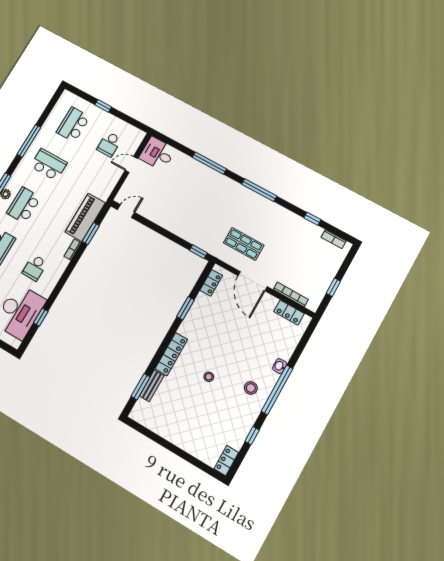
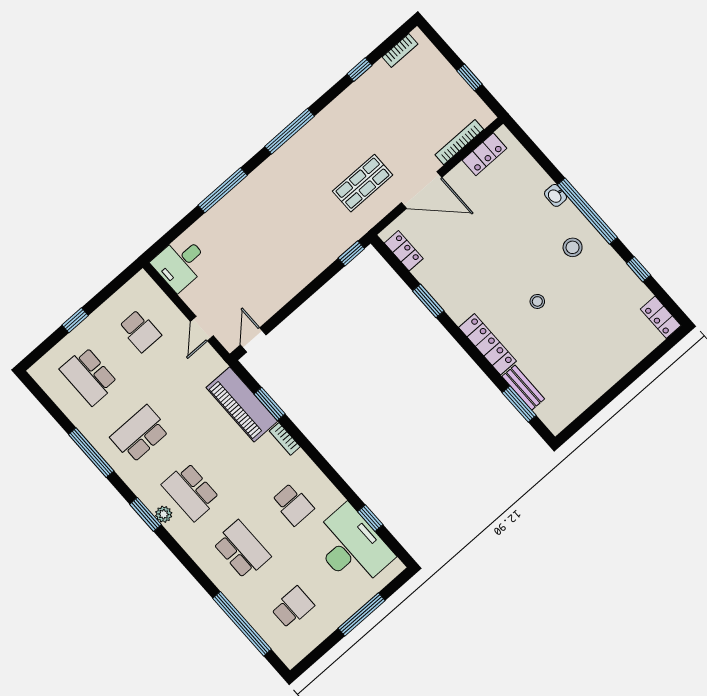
door: (131, 164) -> (202, 329), moved

